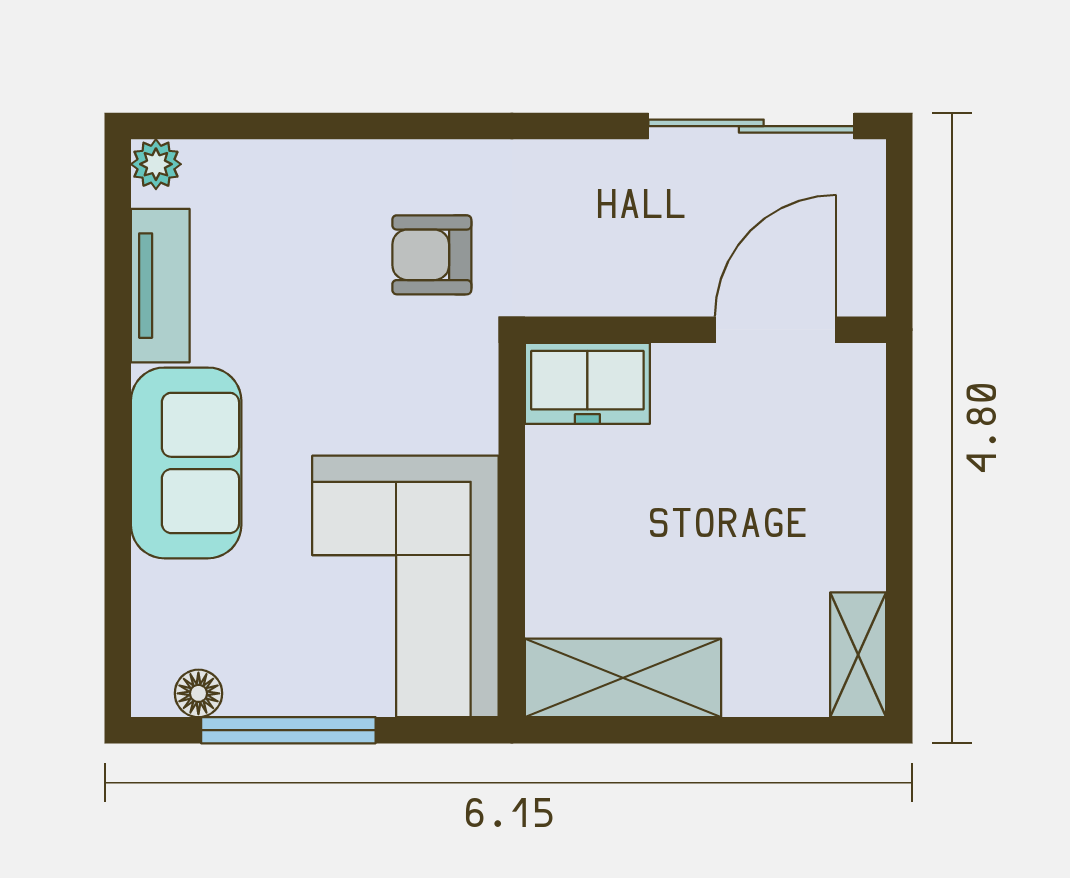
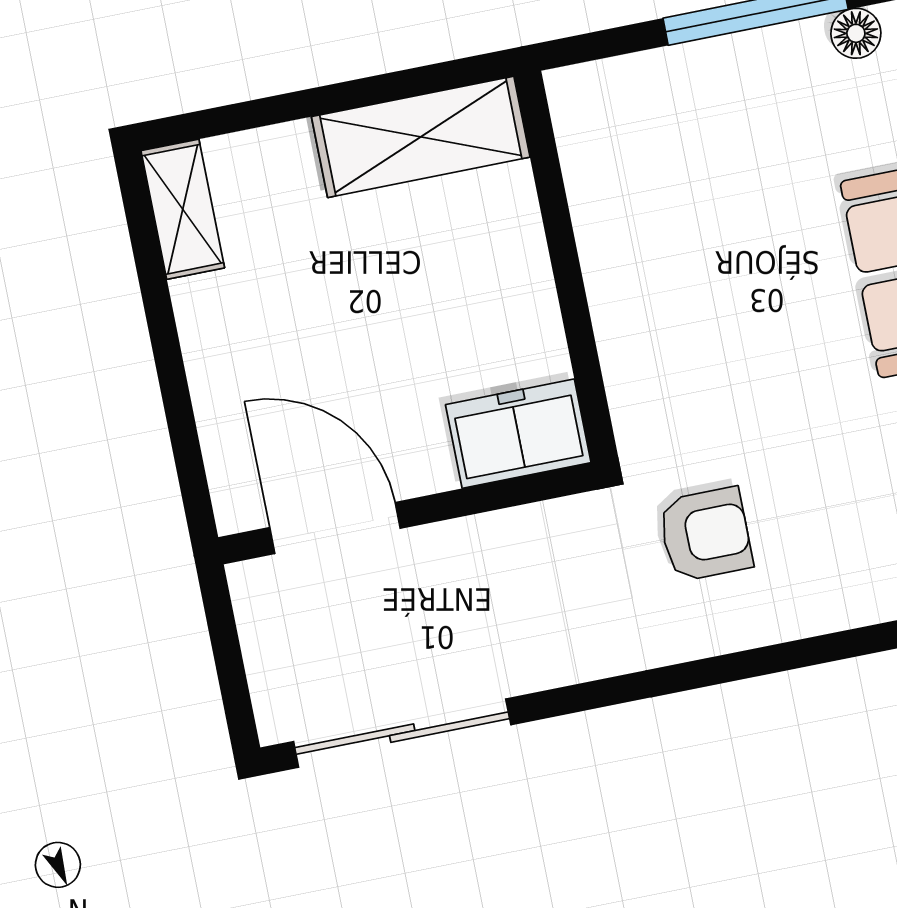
door: (776, 330) -> (335, 528), swing flipped
corner sofa: (405, 586) -> (664, 186), removed

